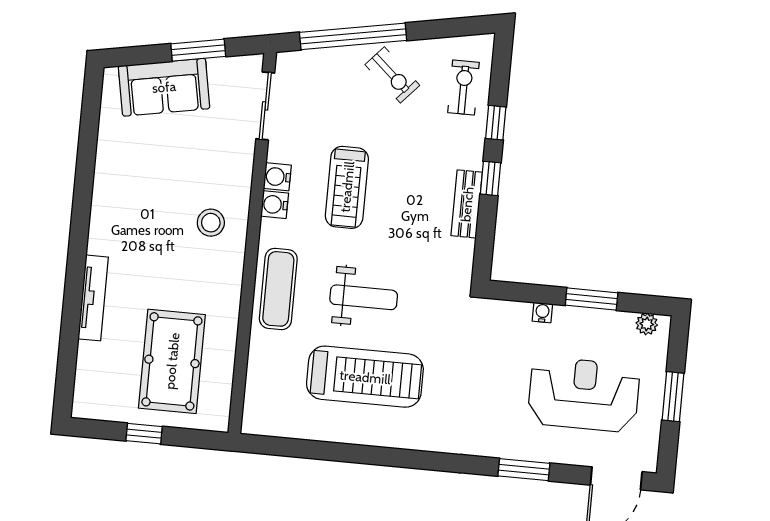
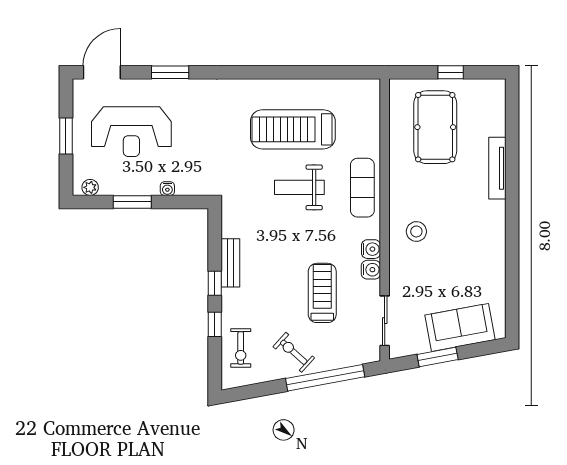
treadmill: (347, 187) -> (322, 293), moved

